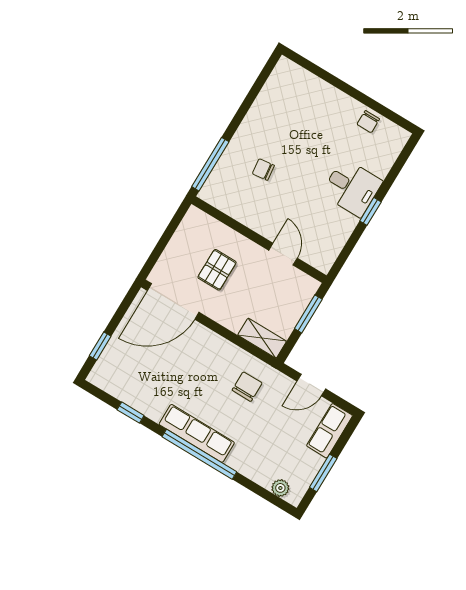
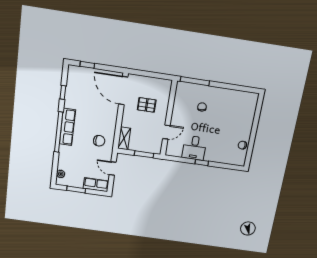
desk: (352, 188) -> (194, 148), moved

